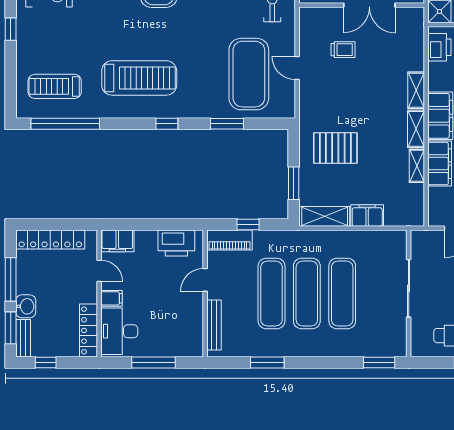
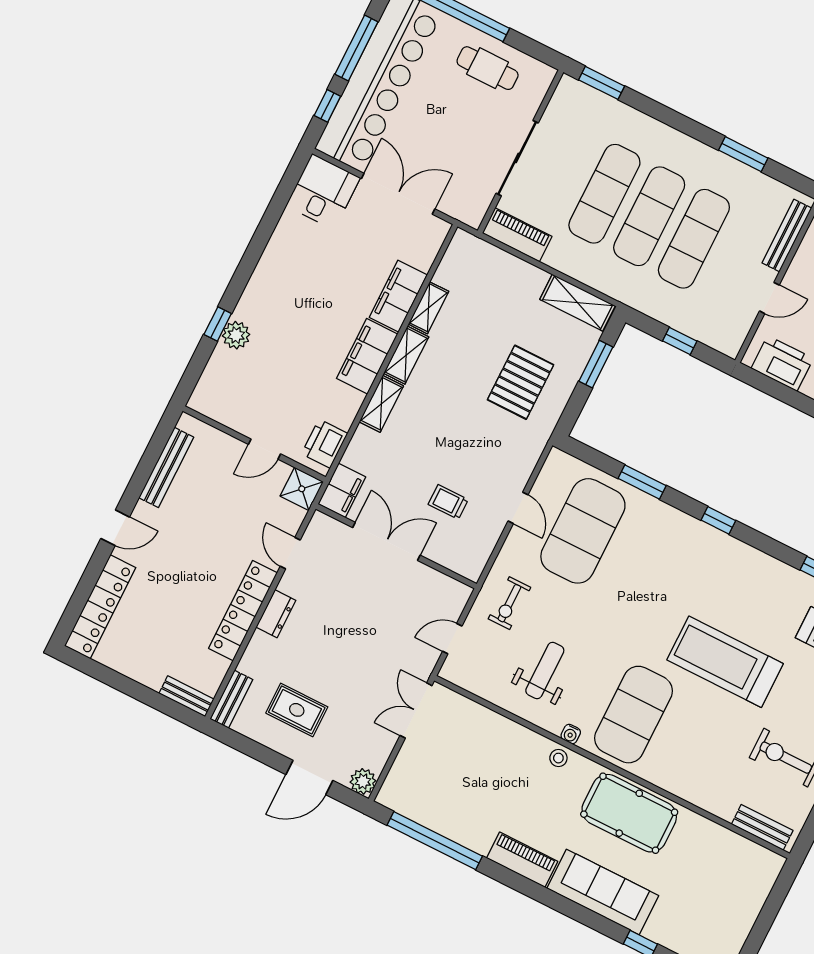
treadmill: (139, 78) -> (725, 662), moved
pallet: (335, 148) -> (521, 382), turned 90
filing cabinet: (367, 215) -> (342, 490), moved, turned -90
piano: (230, 240) -> (517, 235), moved

